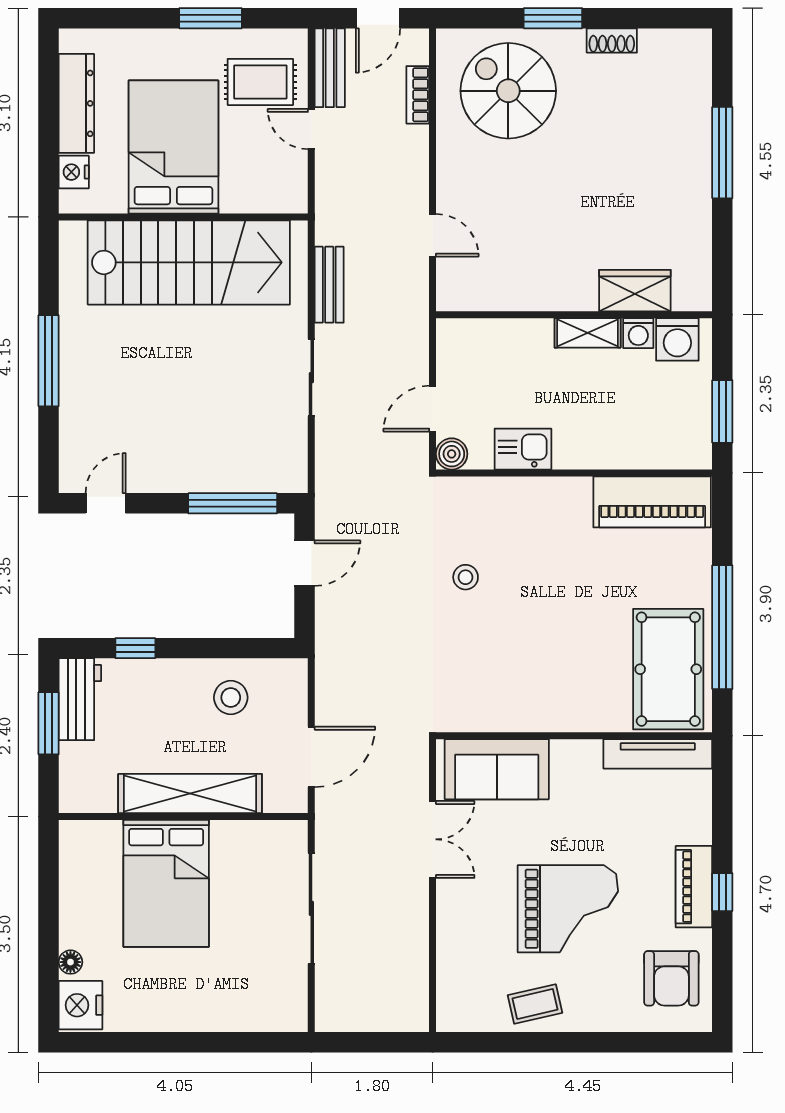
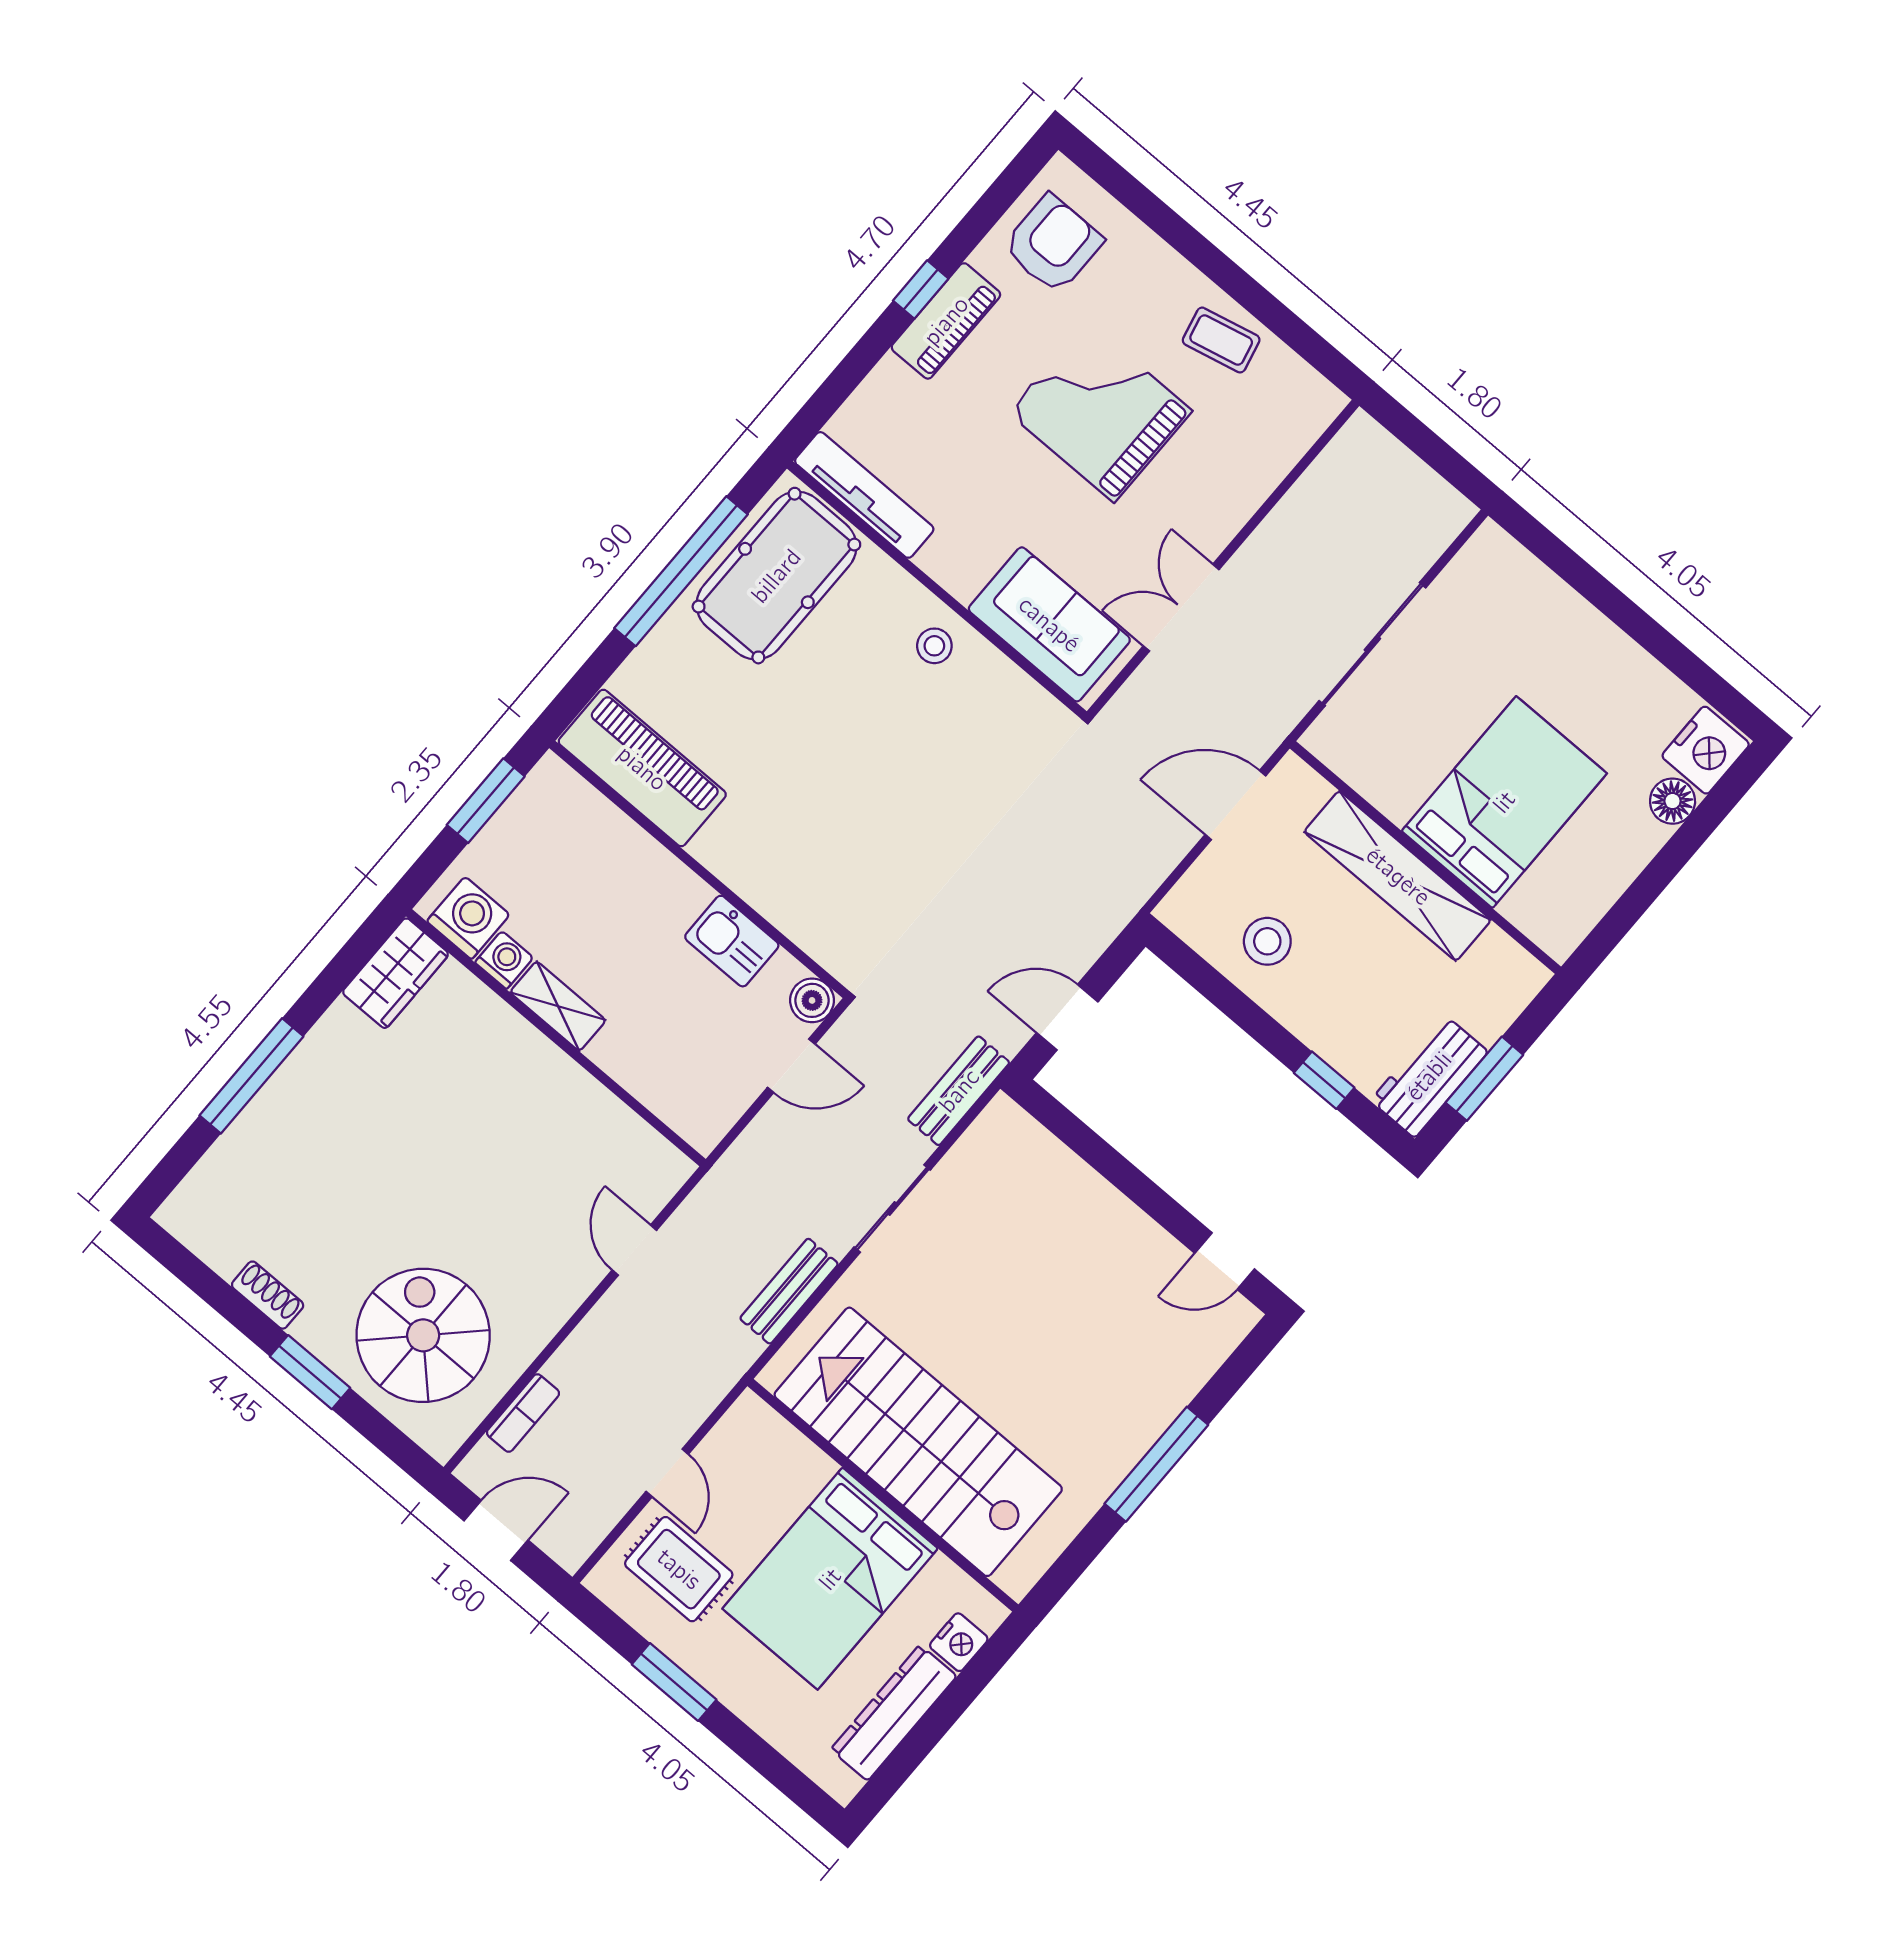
bench: (330, 68) -> (959, 1091), moved
spiral stairs: (508, 91) -> (423, 1335), turned 180
wardrobe: (635, 291) -> (396, 973), moved, turned -90
window: (233, 503) -> (1090, 1146), removed
stool: (466, 577) -> (934, 646), moved
floor lamp: (70, 962) -> (1673, 801), width x1.37, depth x1.37

